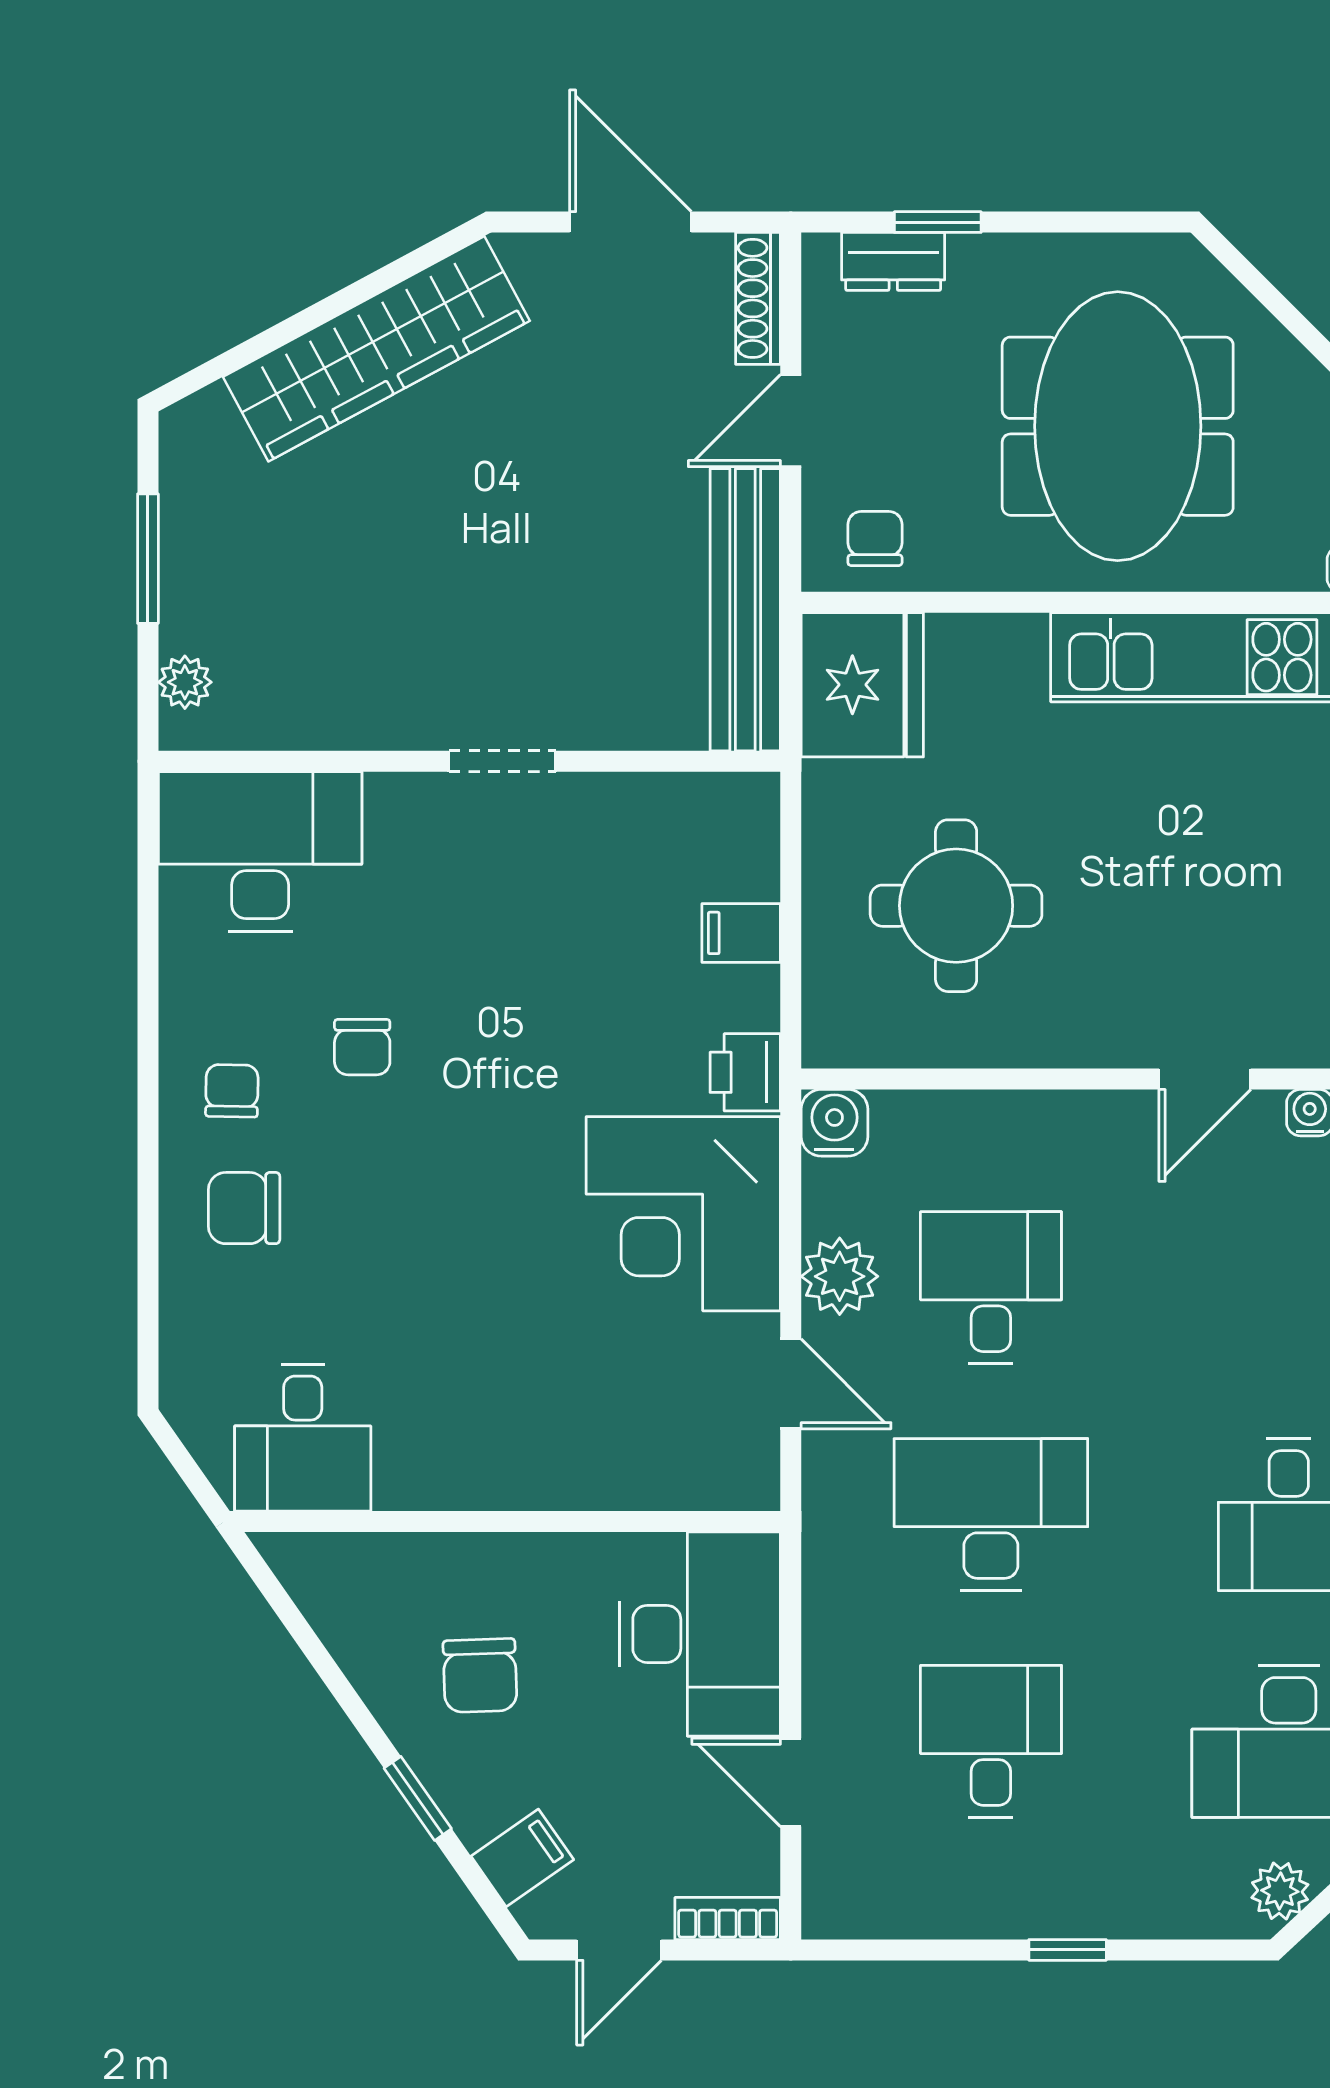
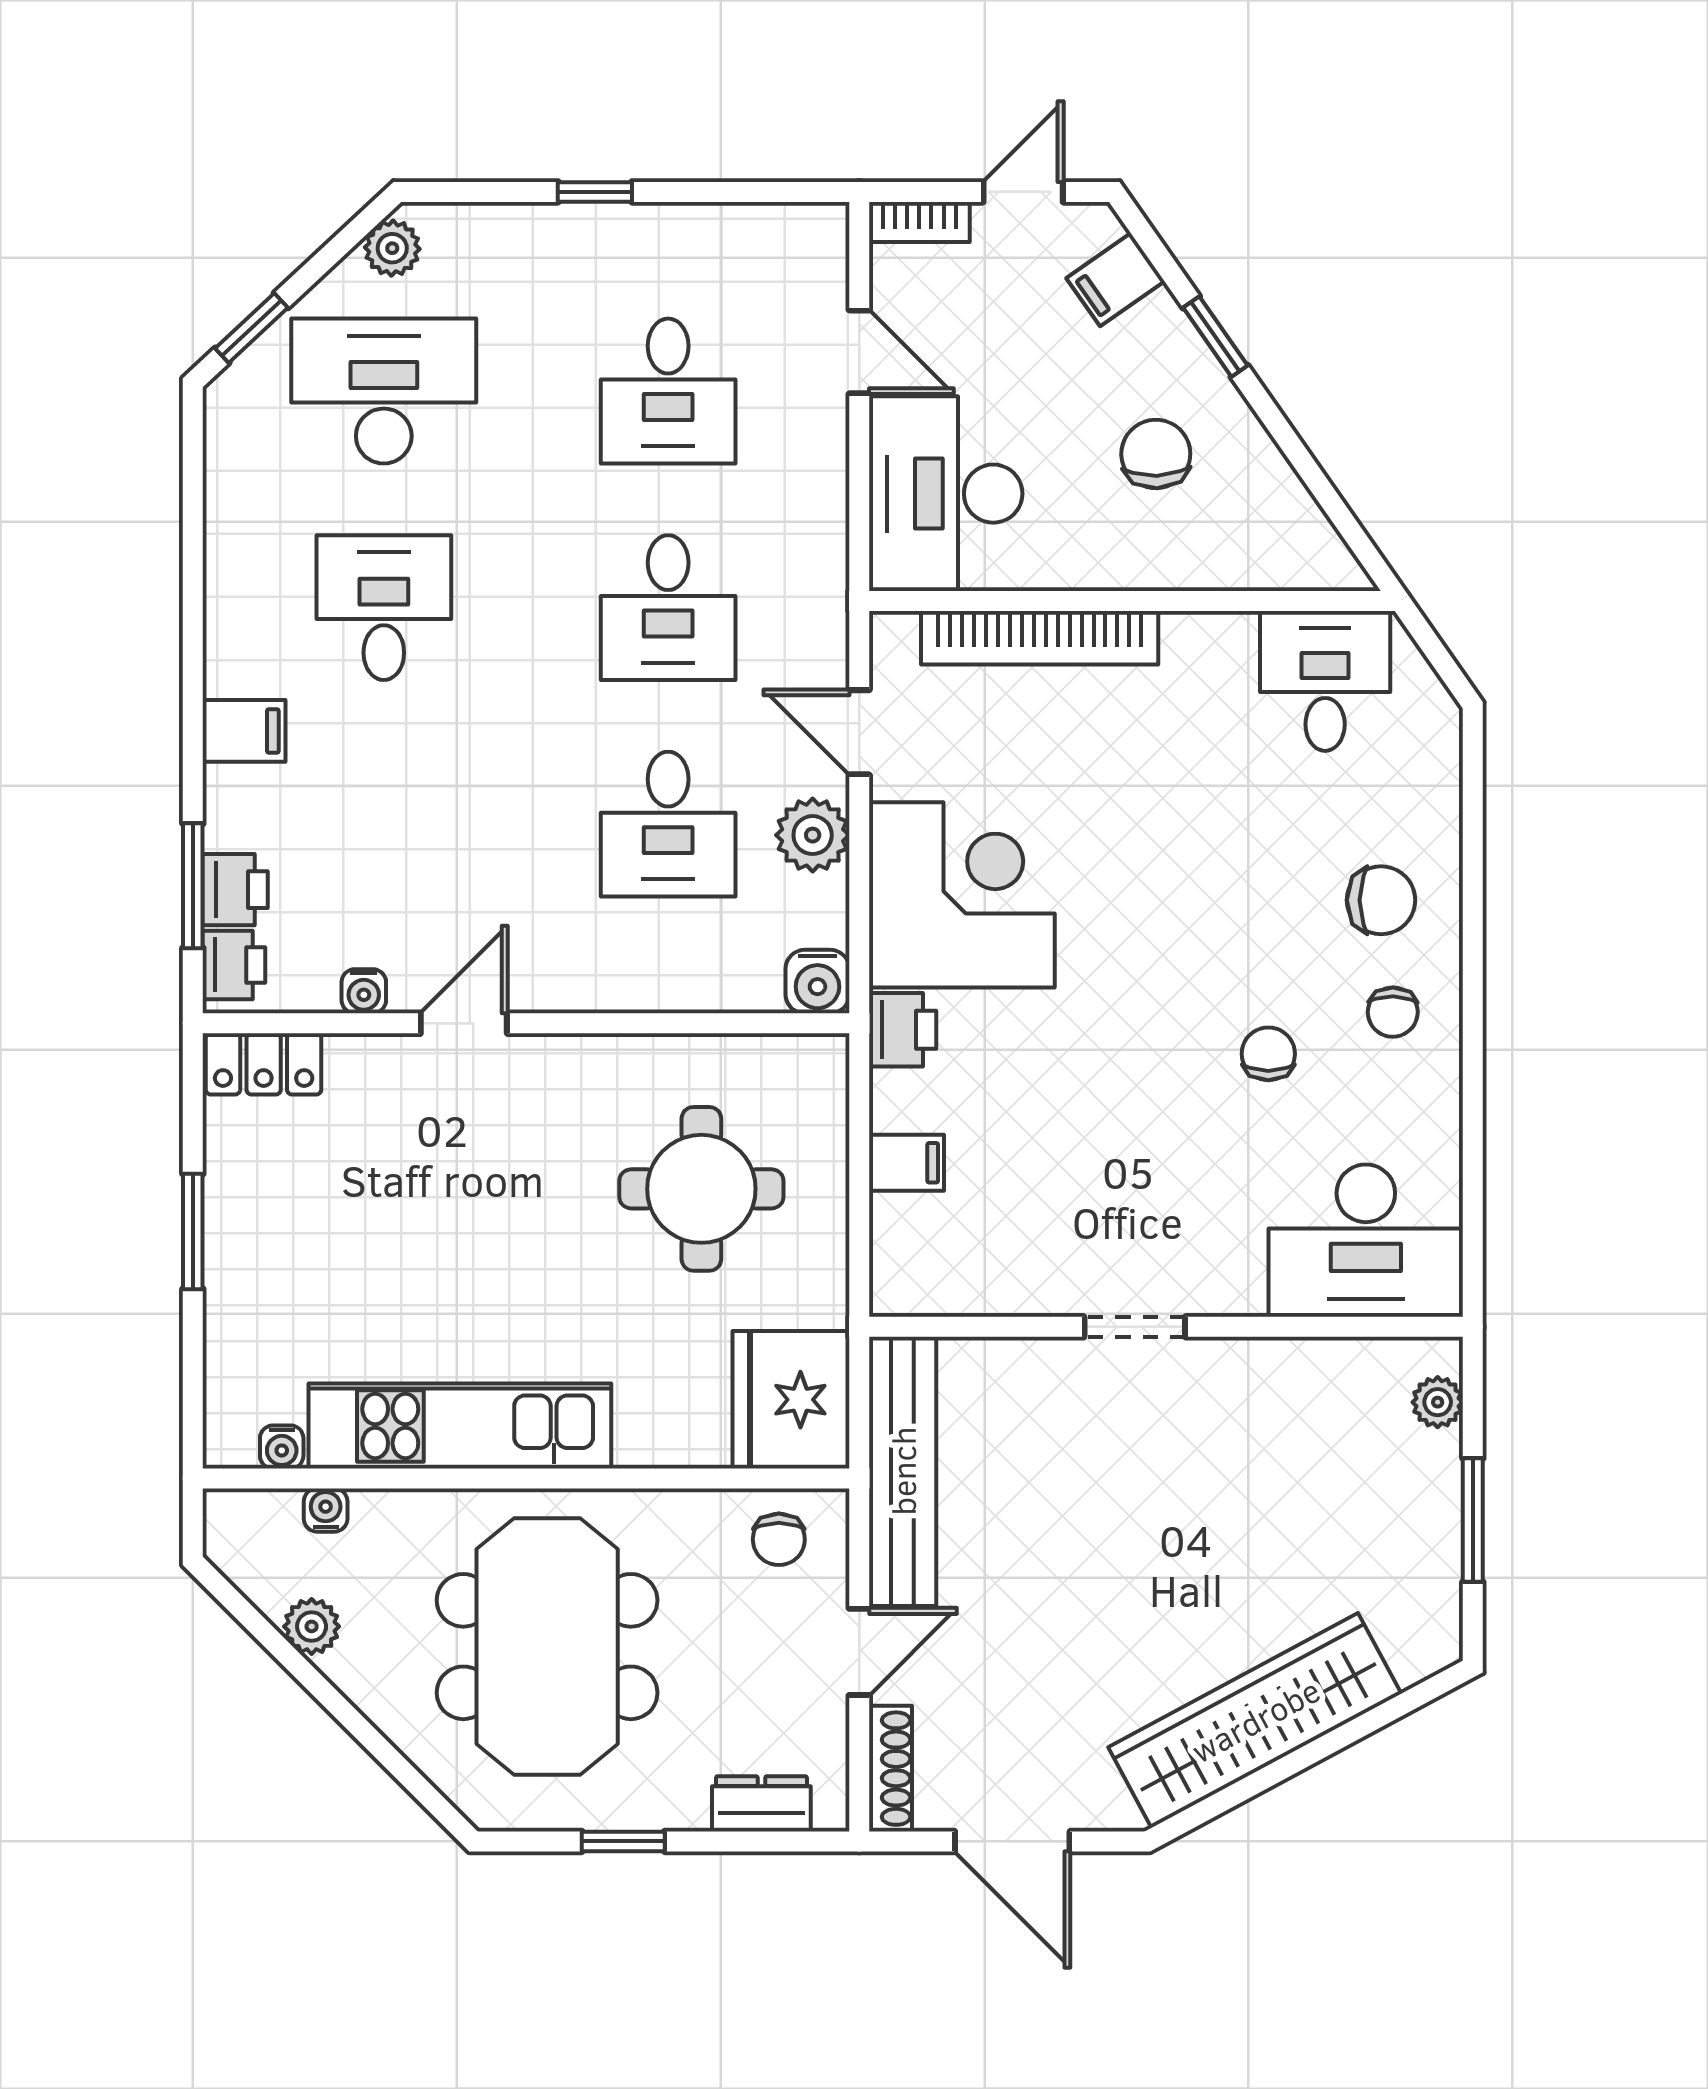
window: (938, 222) -> (623, 1841), moved
bookcase: (602, 1483) -> (1040, 638), added
desk: (991, 1515) -> (668, 608), width x0.73

